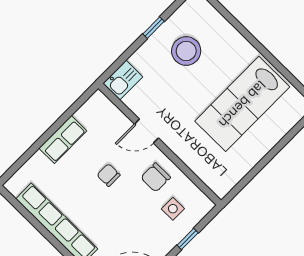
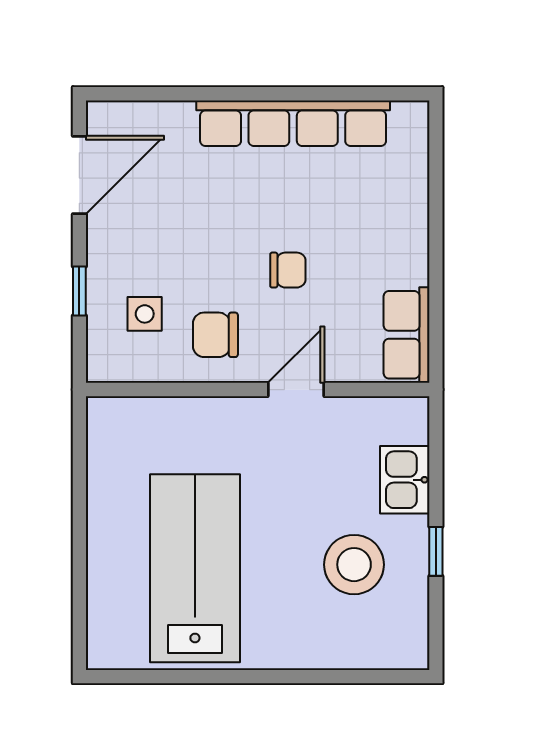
kitchen sink: (123, 80) -> (405, 480), moved
row of seats: (63, 139) -> (407, 335), moved
chair: (156, 177) -> (215, 335), turned -90

